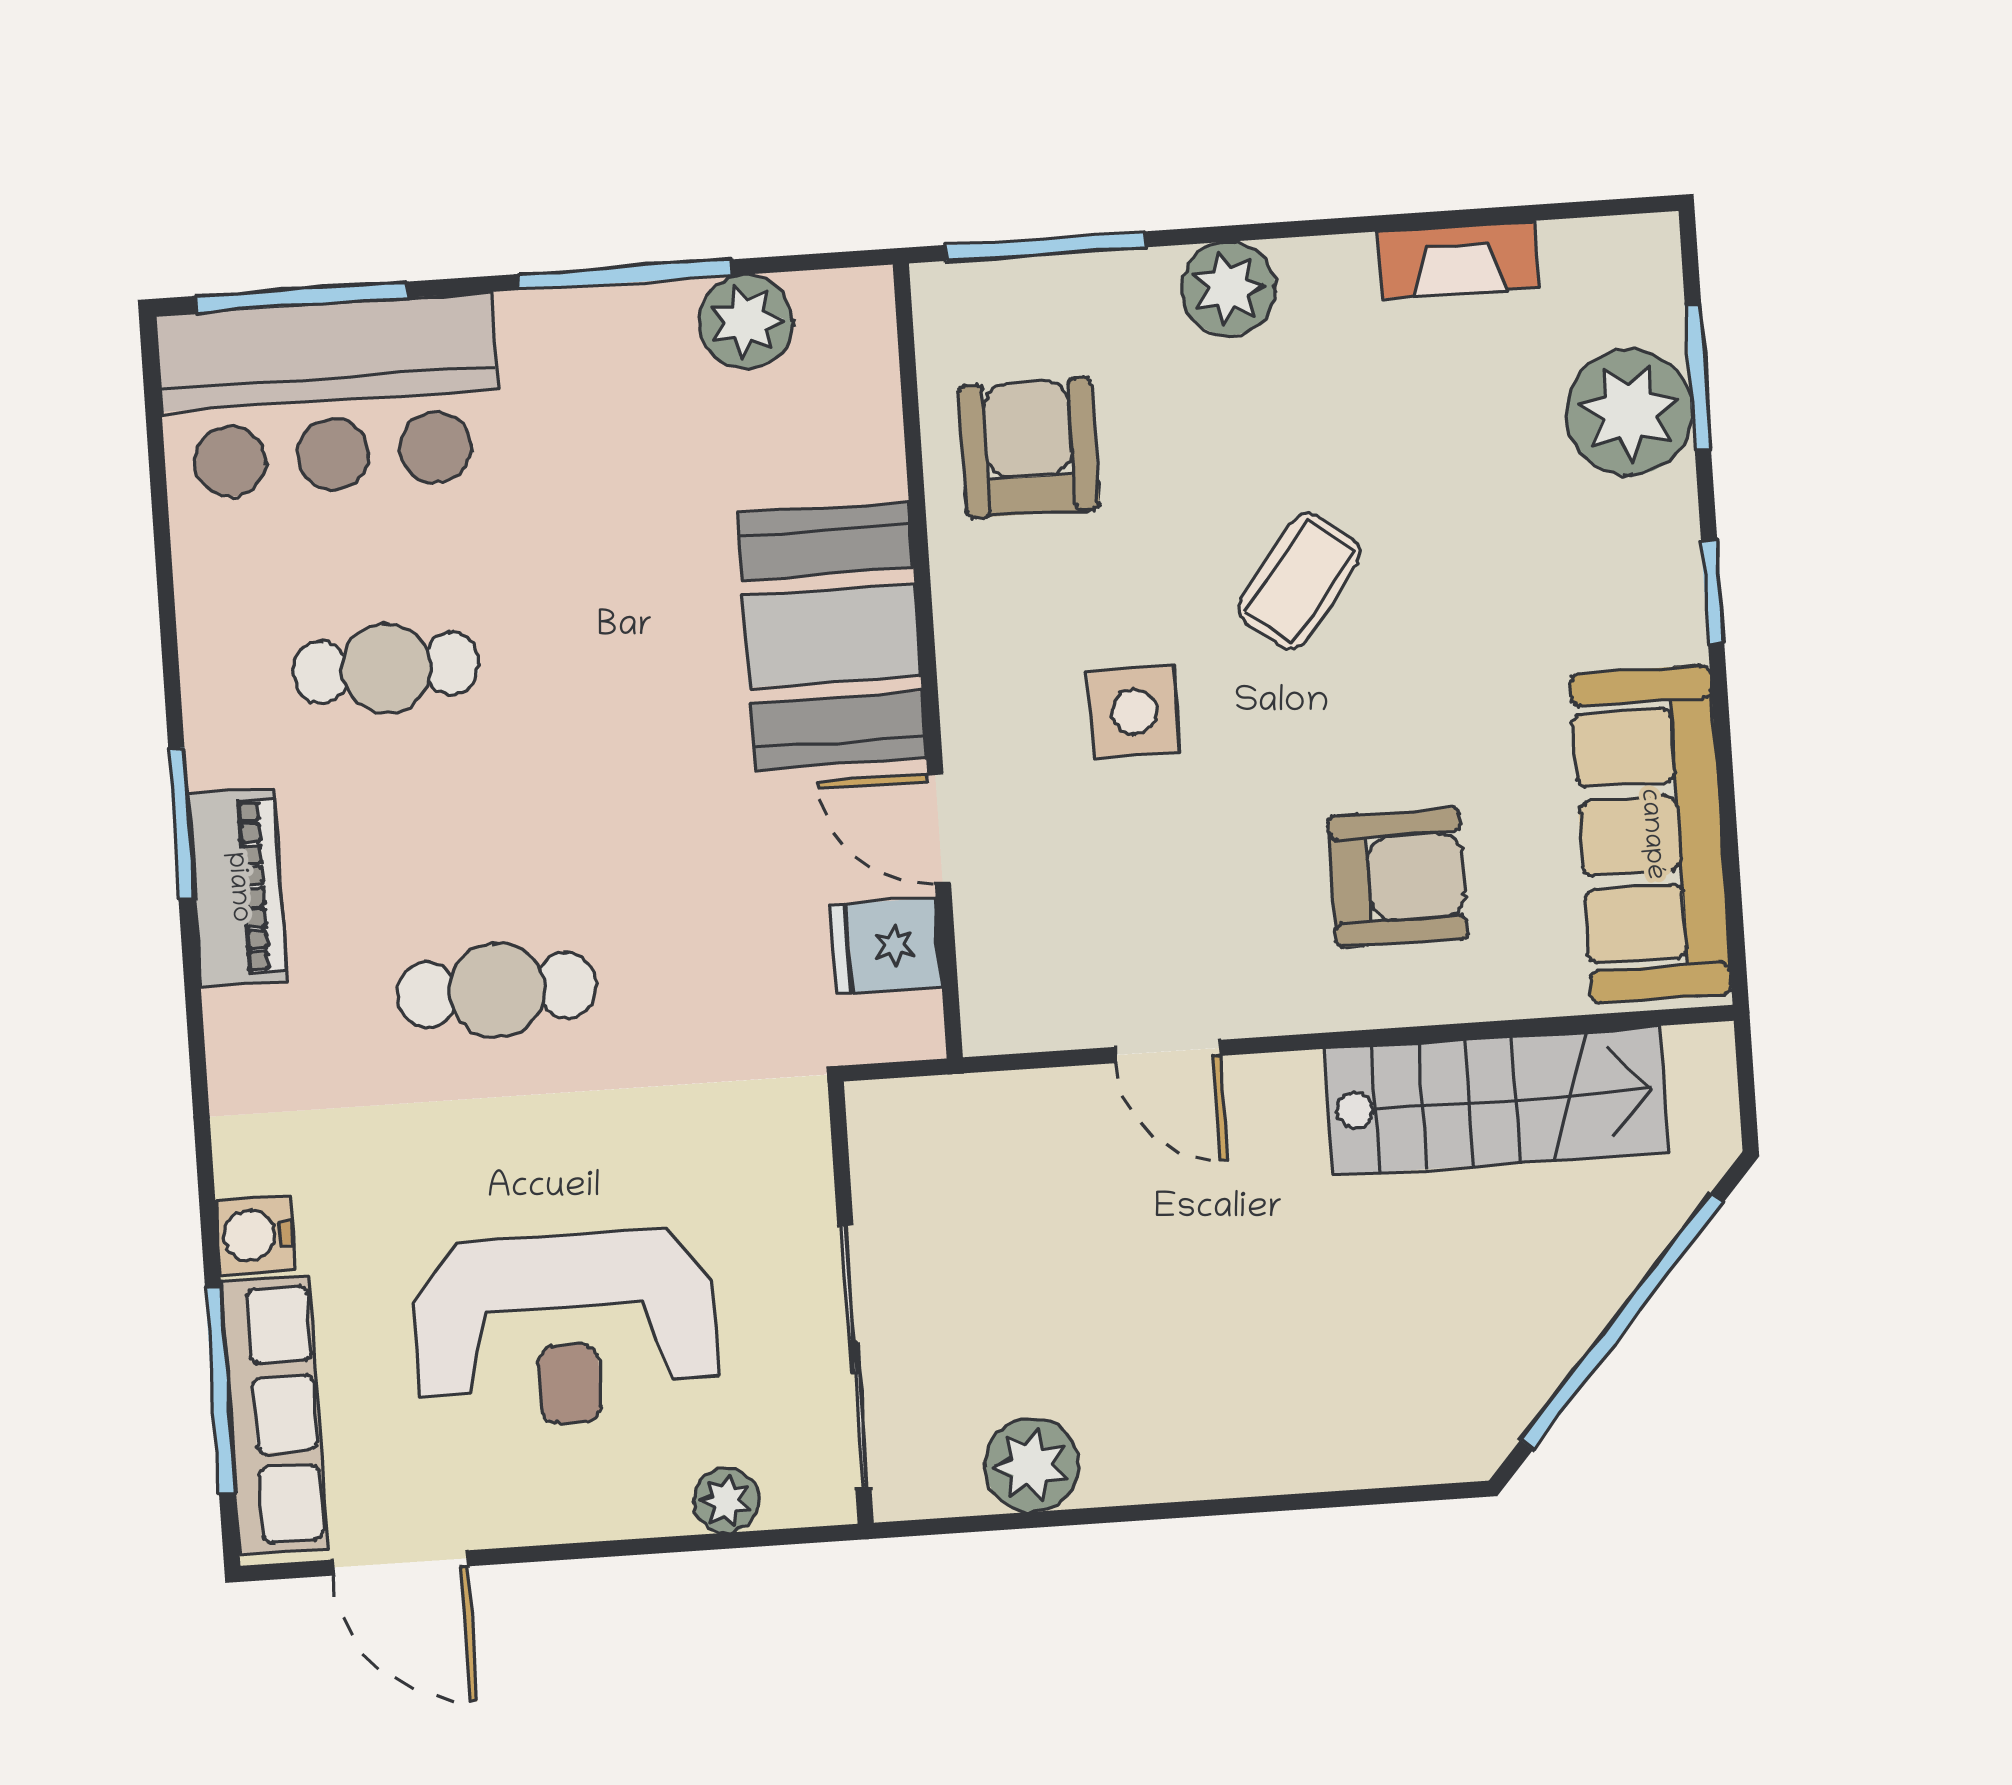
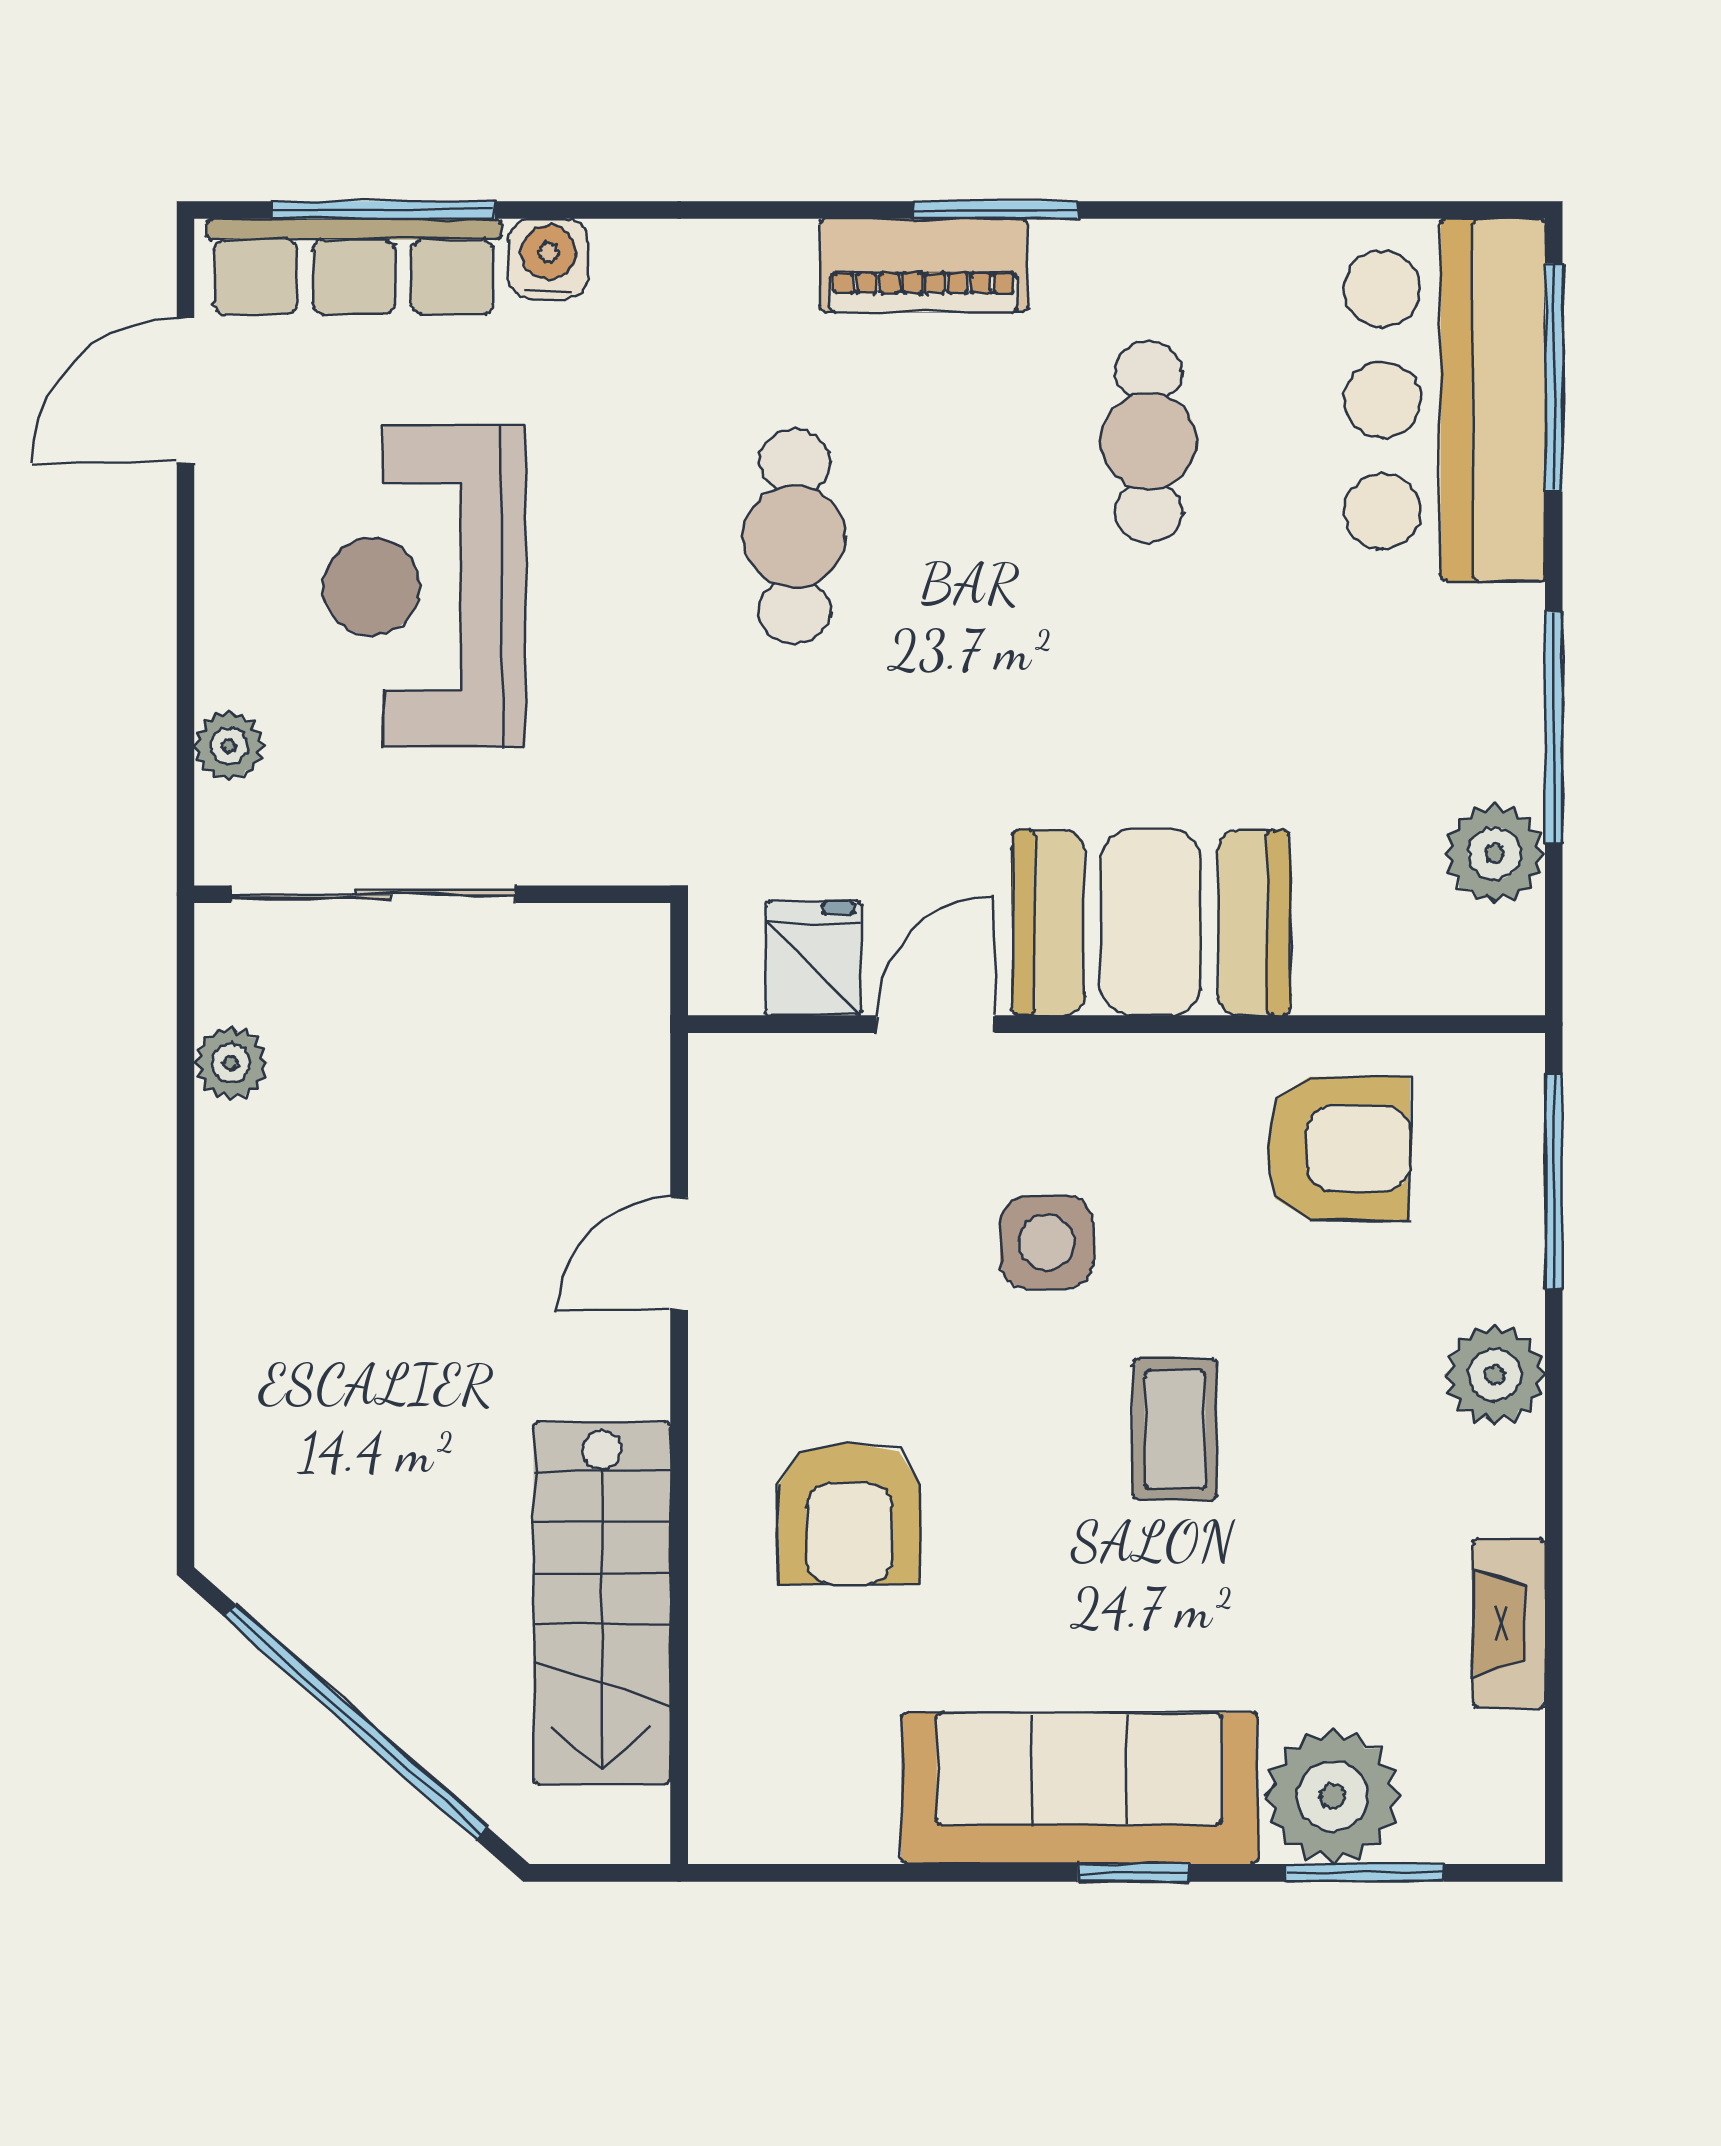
coffee table: (1299, 581) -> (1175, 1429), turned 52
sofa: (1651, 834) -> (1079, 1788), moved
plant: (1032, 1465) -> (231, 1063), width x0.73, depth x0.73

